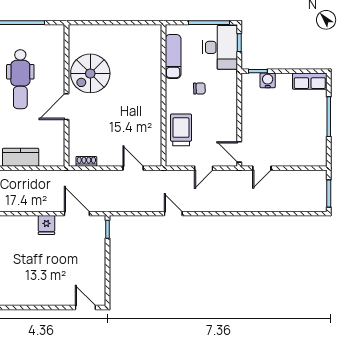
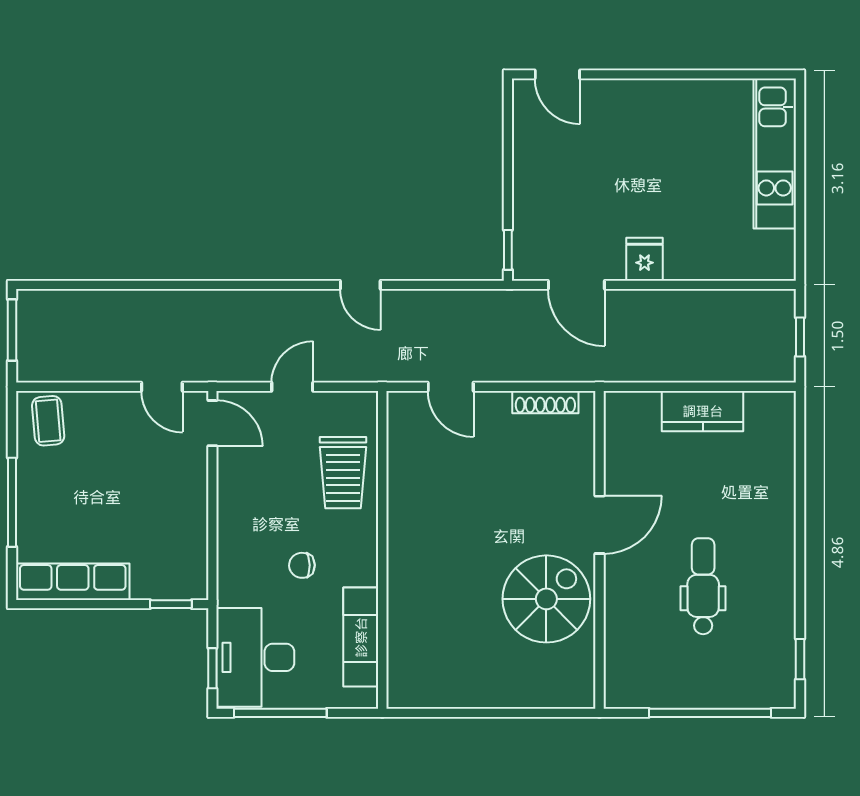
dental chair: (20, 79) -> (703, 586), width x0.73, depth x0.72
water cooler: (268, 80) -> (149, 583), removed
row of seats: (310, 81) -> (73, 582), width x1.48
coffee table: (313, 153) -> (48, 421), added
shoe rack: (86, 161) -> (545, 402), width x1.43
door: (262, 168) -> (162, 387), swing flipped

